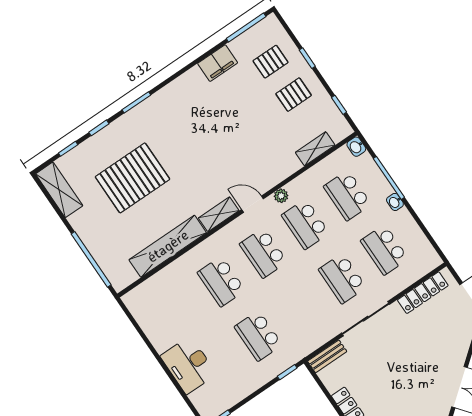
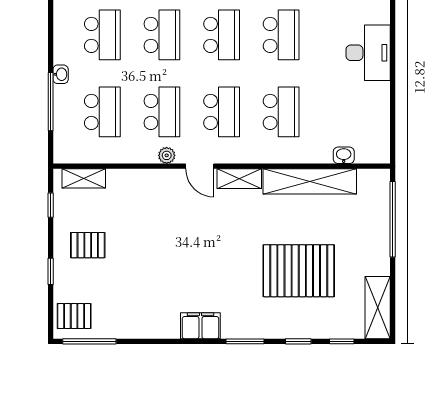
pallet: (271, 62) -> (74, 316), moved
filing cabinet: (218, 63) -> (200, 326), moved
washbasin: (356, 147) -> (344, 155), moved, turned -90
shelving: (315, 149) -> (84, 178), moved
school desk: (300, 307) -> (222, 35), added

